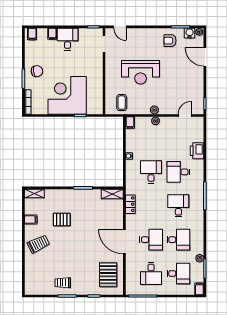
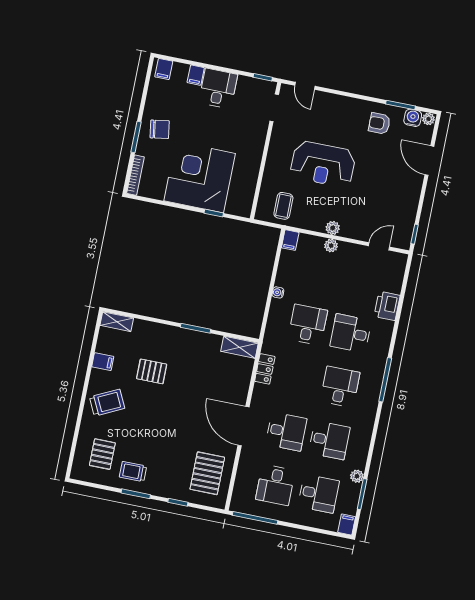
pallet: (42, 276) -> (102, 454), added

